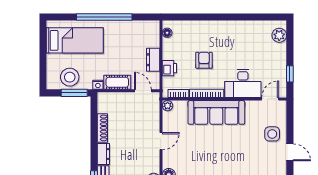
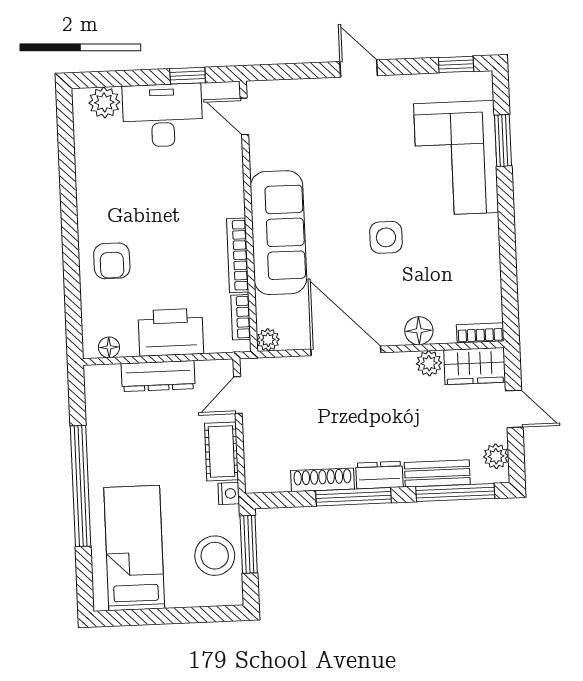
dresser: (153, 60) -> (158, 376), width x1.44
armchair: (204, 60) -> (112, 261), moved, turned -90
printer: (169, 68) -> (171, 332), width x1.87, depth x1.48
desk: (243, 84) -> (162, 115), moved, turned -90
side table: (272, 134) -> (386, 237), moved
door: (161, 141) -> (346, 351), width x1.87
window: (94, 142) -> (354, 497), added
door: (290, 152) -> (359, 69), hinge flipped

